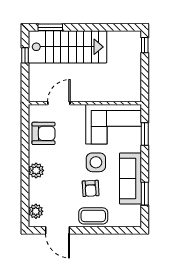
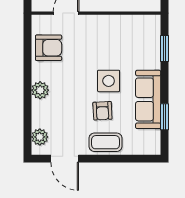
corner sofa: (114, 124) -> (129, 37), removed

